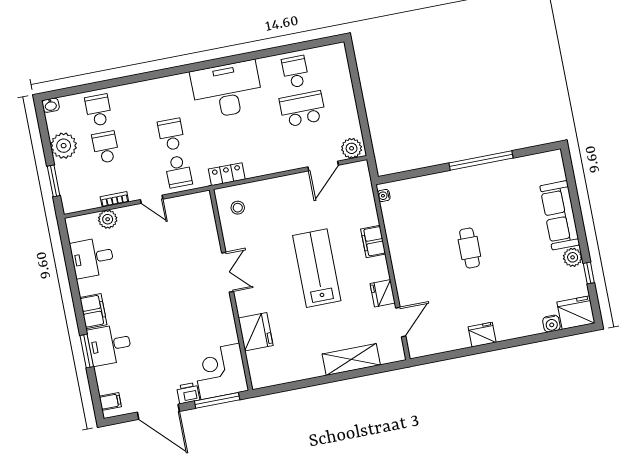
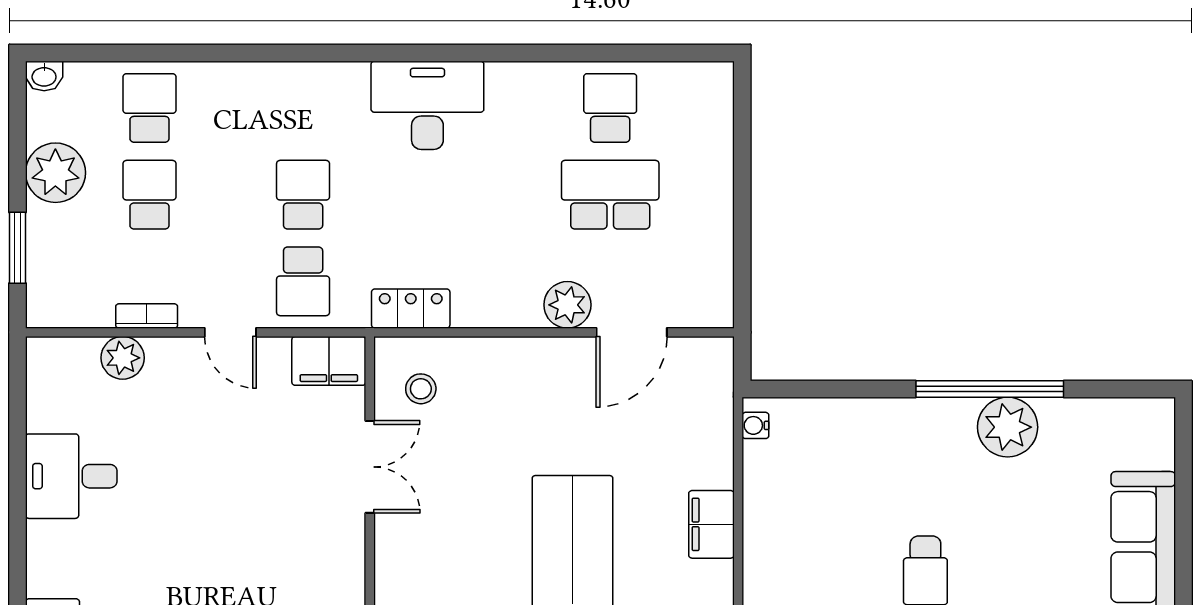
desk: (227, 90) -> (427, 105), width x0.73, depth x0.77
plant: (352, 148) -> (567, 305), moved
plant: (492, 175) -> (1008, 427), added
desk: (92, 258) -> (71, 476), moved
double door: (228, 272) -> (370, 467), moved
filing cabinet: (93, 311) -> (329, 361), moved, turned 90

